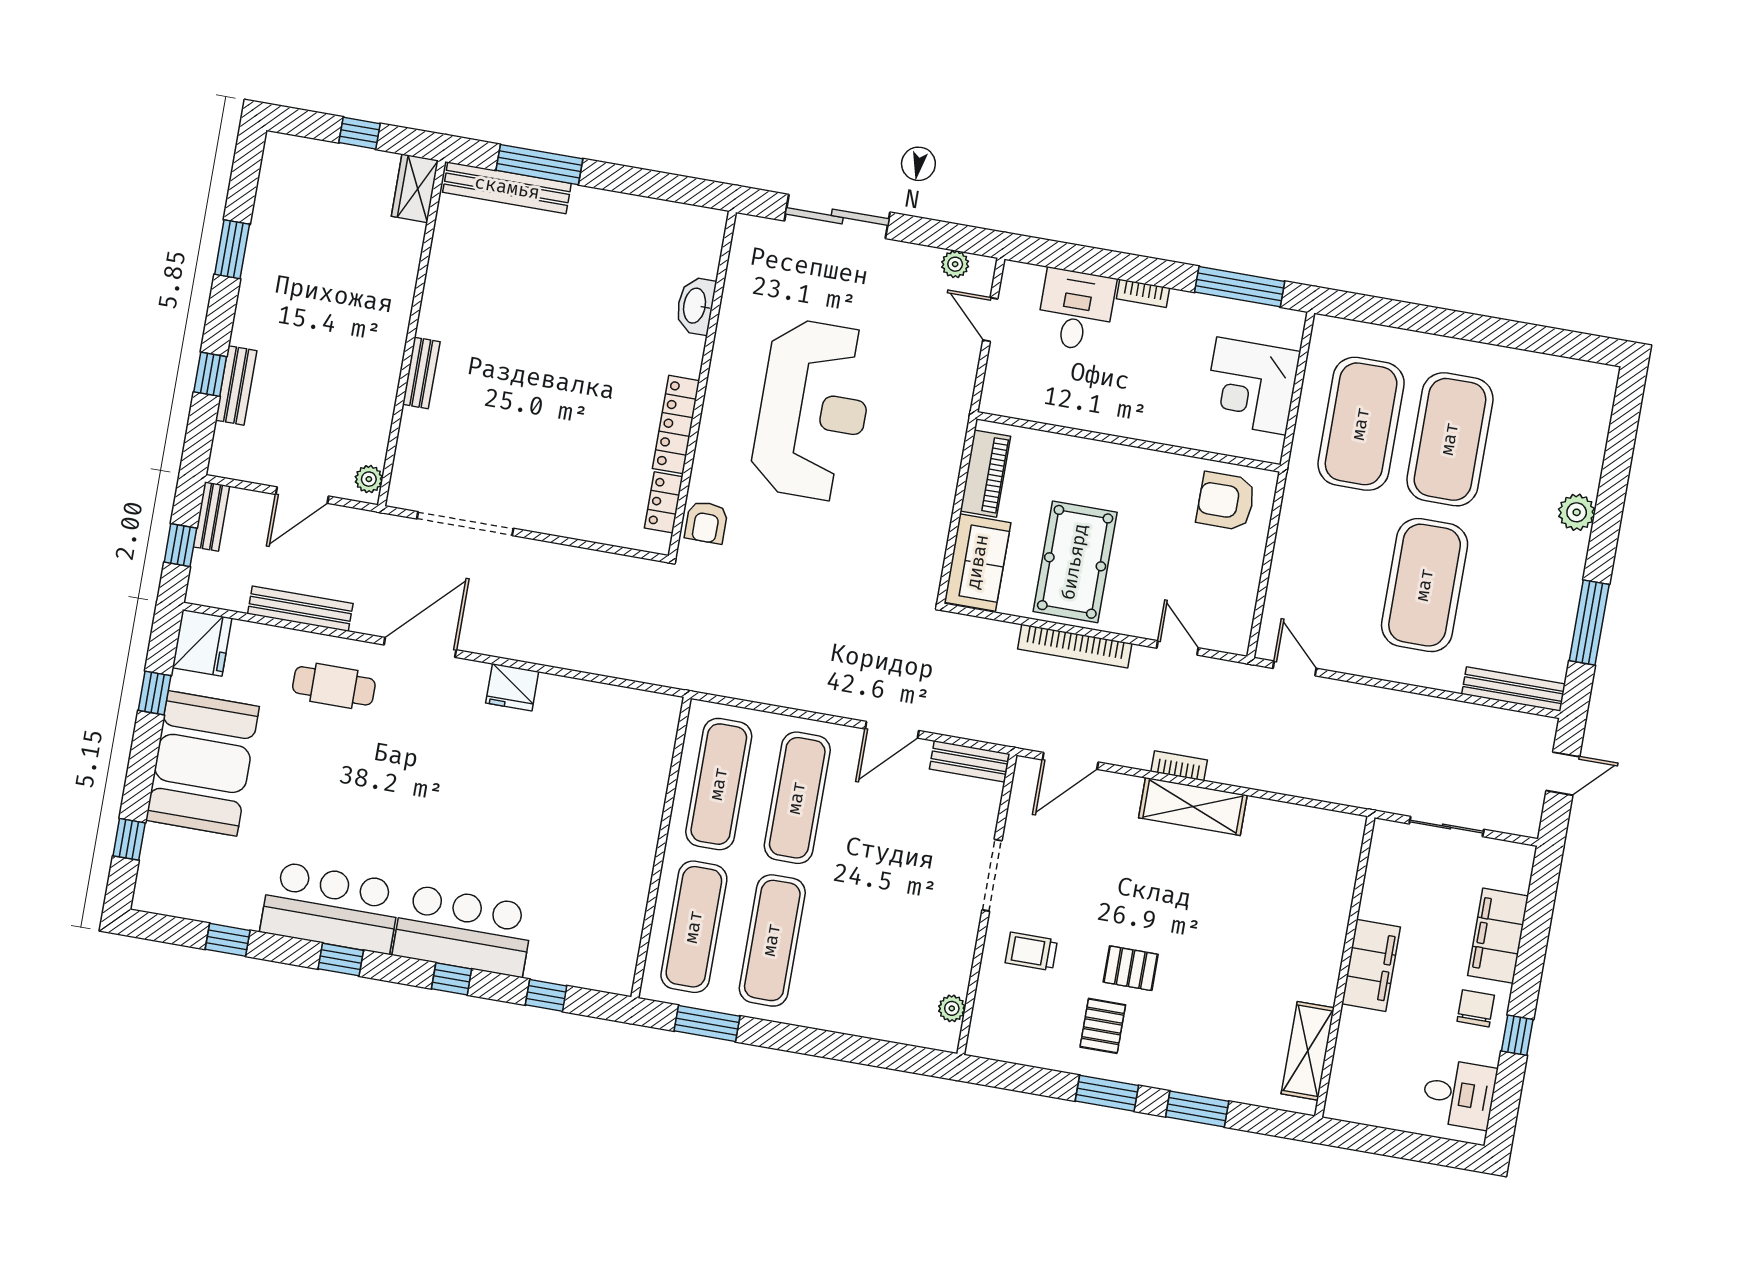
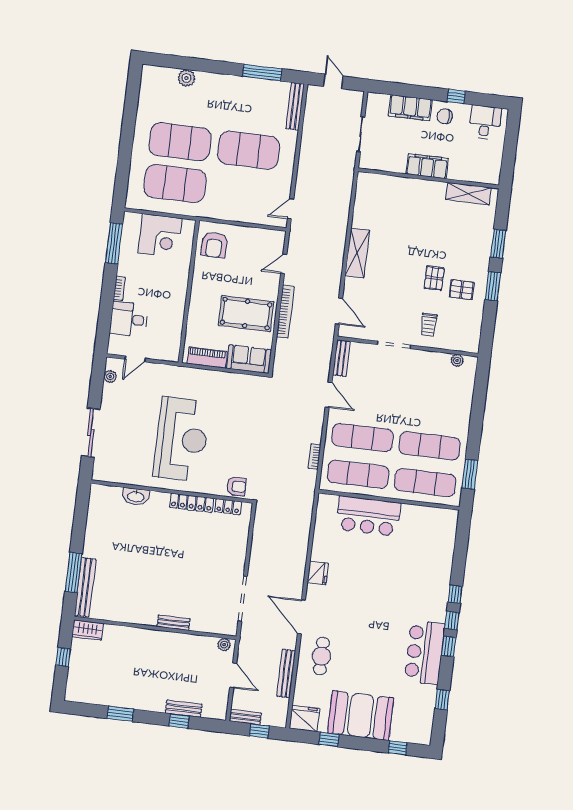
reception desk: (813, 410) -> (182, 439), turned 90
plant: (1577, 512) -> (186, 78), moved
bookcase: (1179, 766) -> (315, 456), moved
bar counter: (463, 930) -> (368, 516), moved, turned -90
window: (546, 995) -> (452, 620), moved

